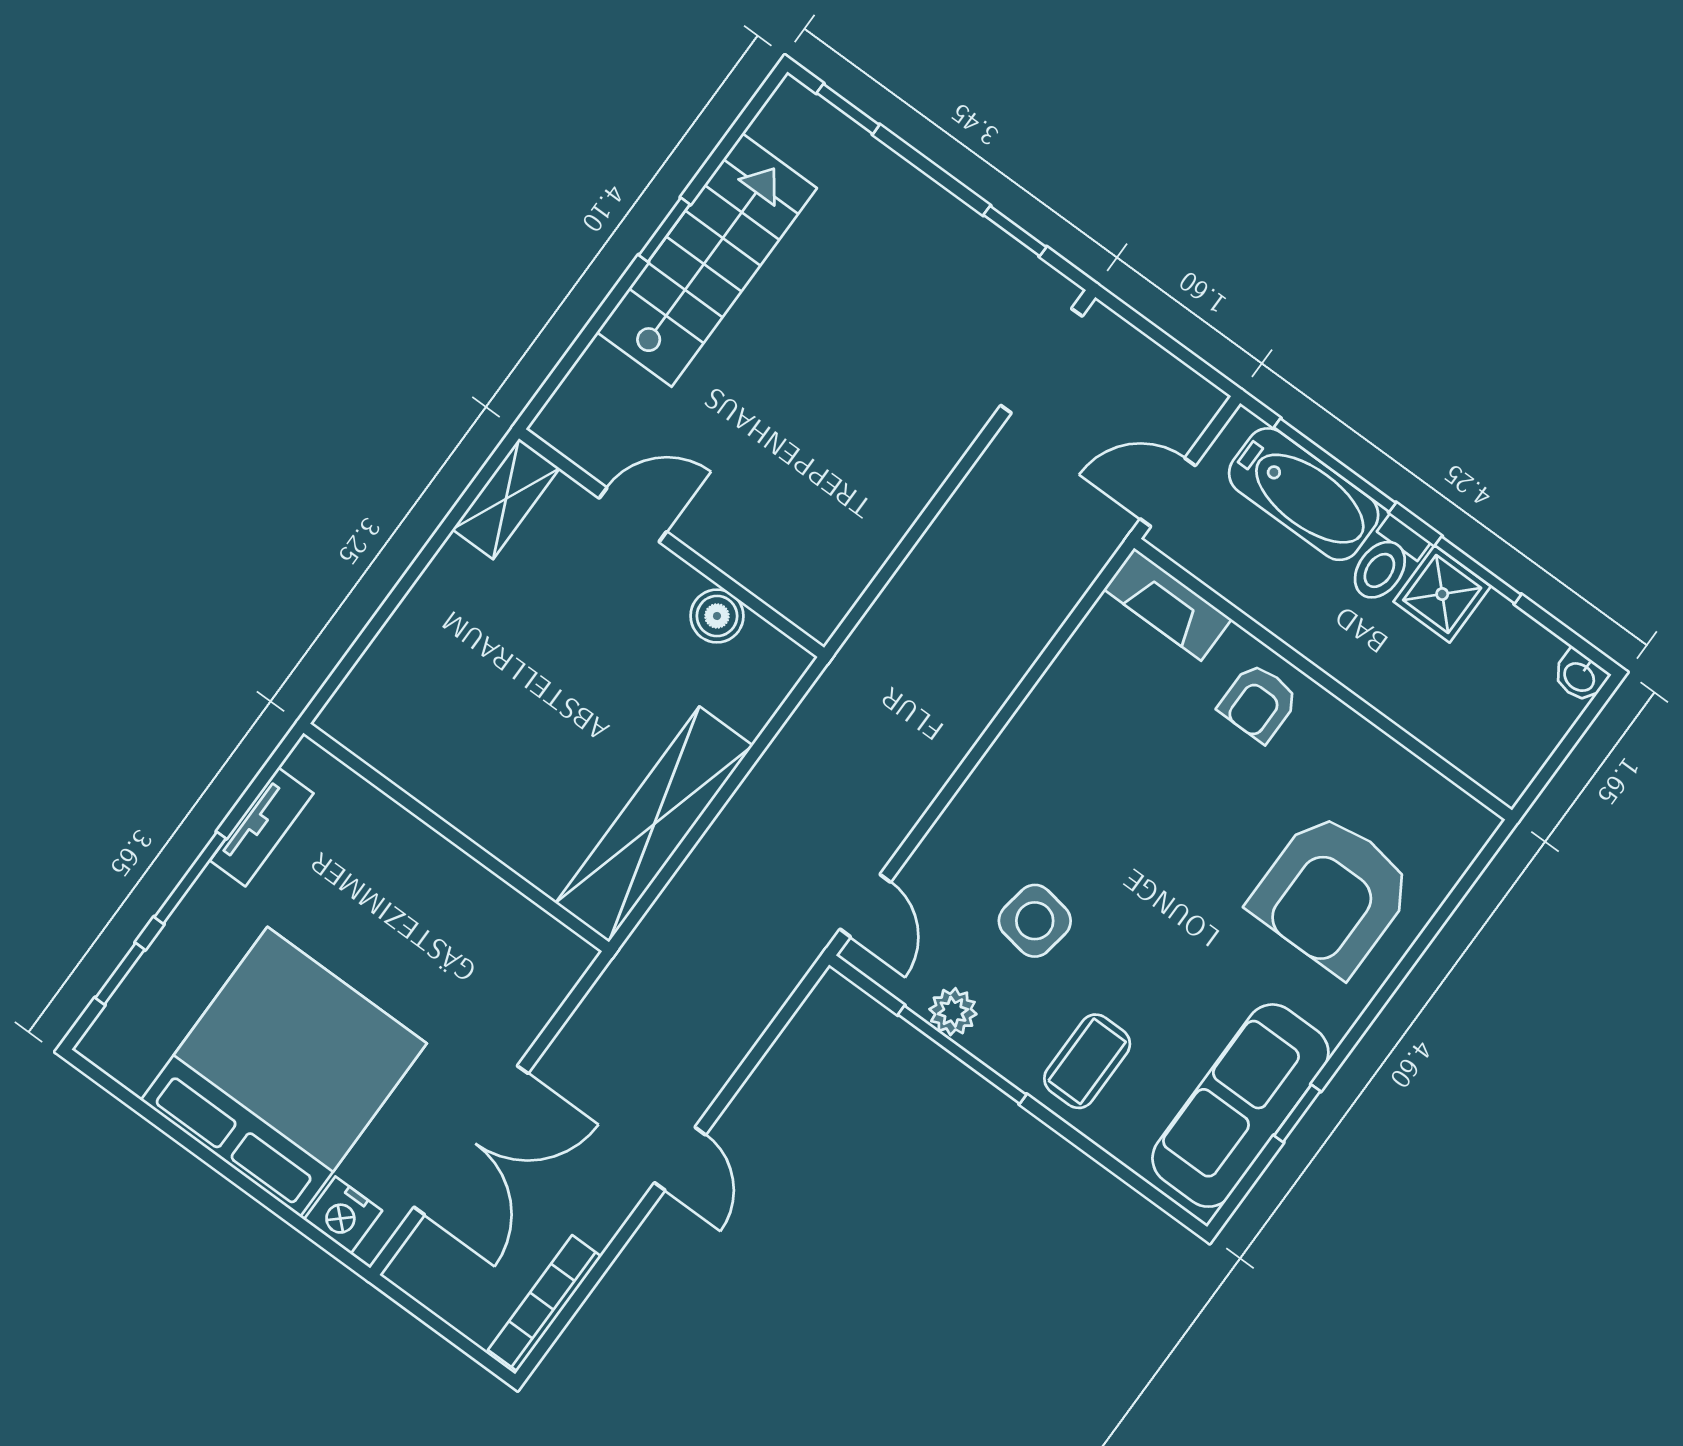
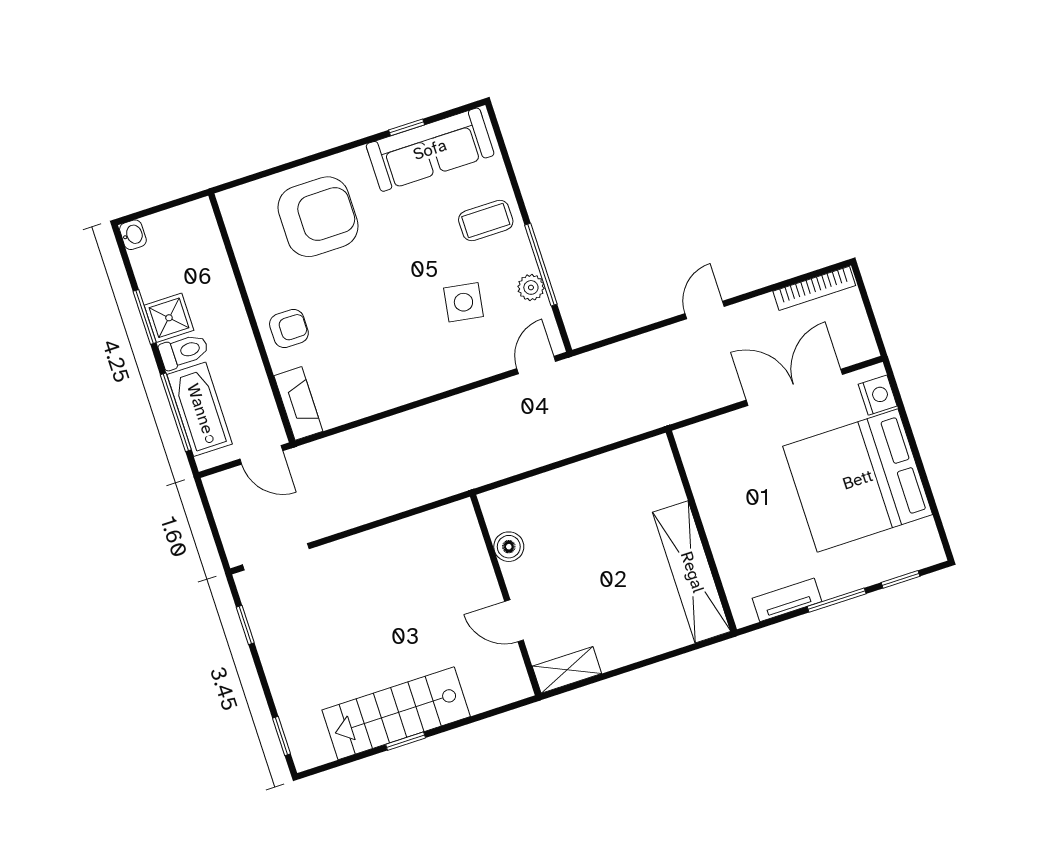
shelving: (654, 824) -> (692, 572), moved, turned 90

